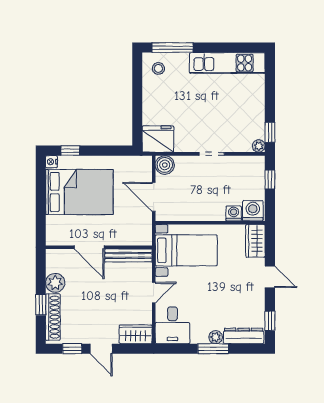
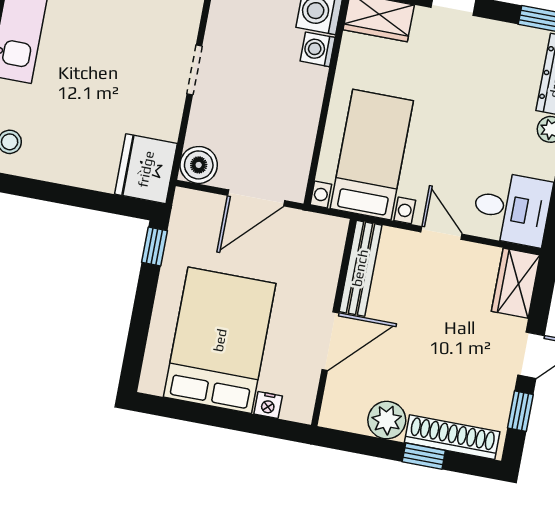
window: (70, 151) -> (155, 247), moved
nightstand: (52, 162) -> (268, 405), moved

